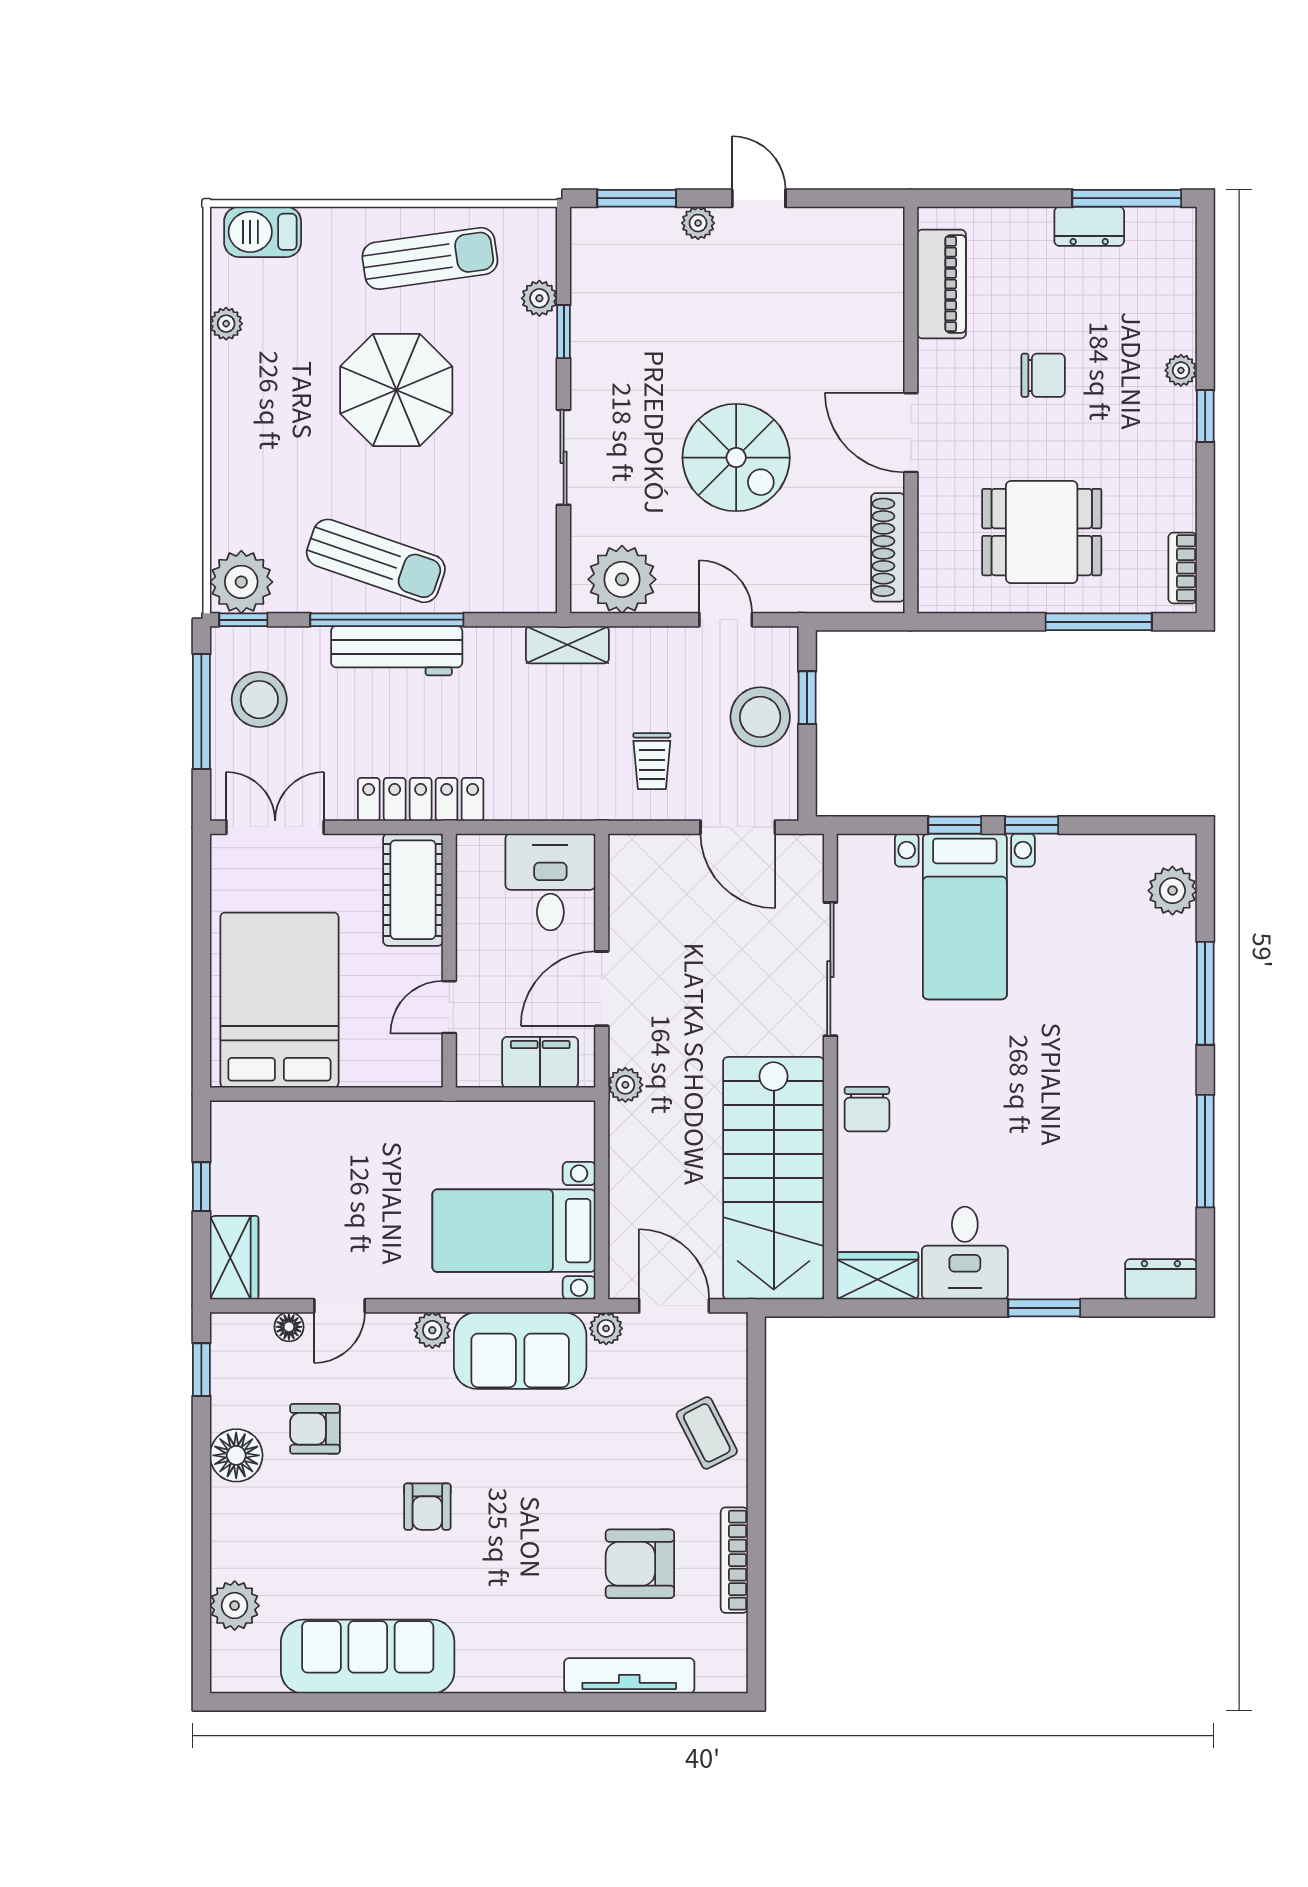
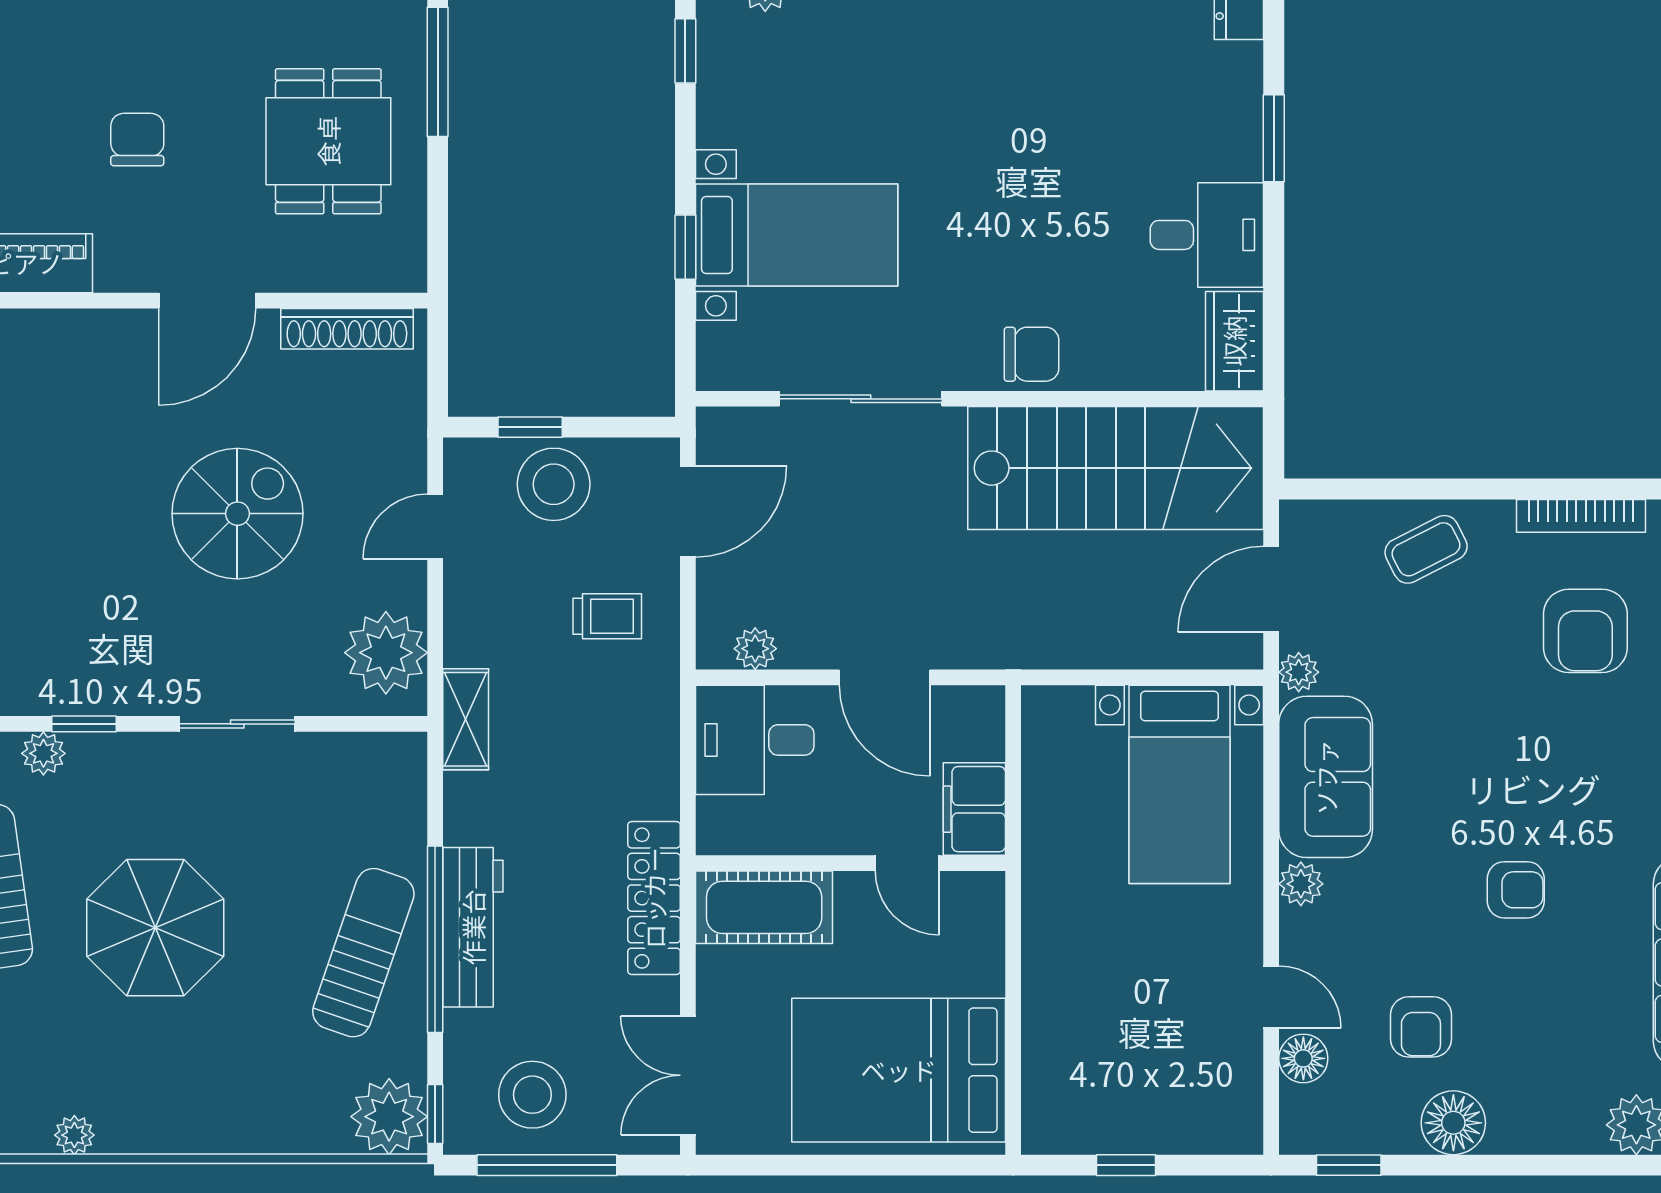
window: (1032, 825) -> (685, 51), moved
filing cabinet: (540, 1062) -> (974, 809), moved
plant: (625, 1085) -> (755, 649), moved
wardrobe: (234, 1258) -> (1212, 1125), removed
floor lamp: (289, 1327) -> (1303, 1058), width x1.37, depth x1.37

